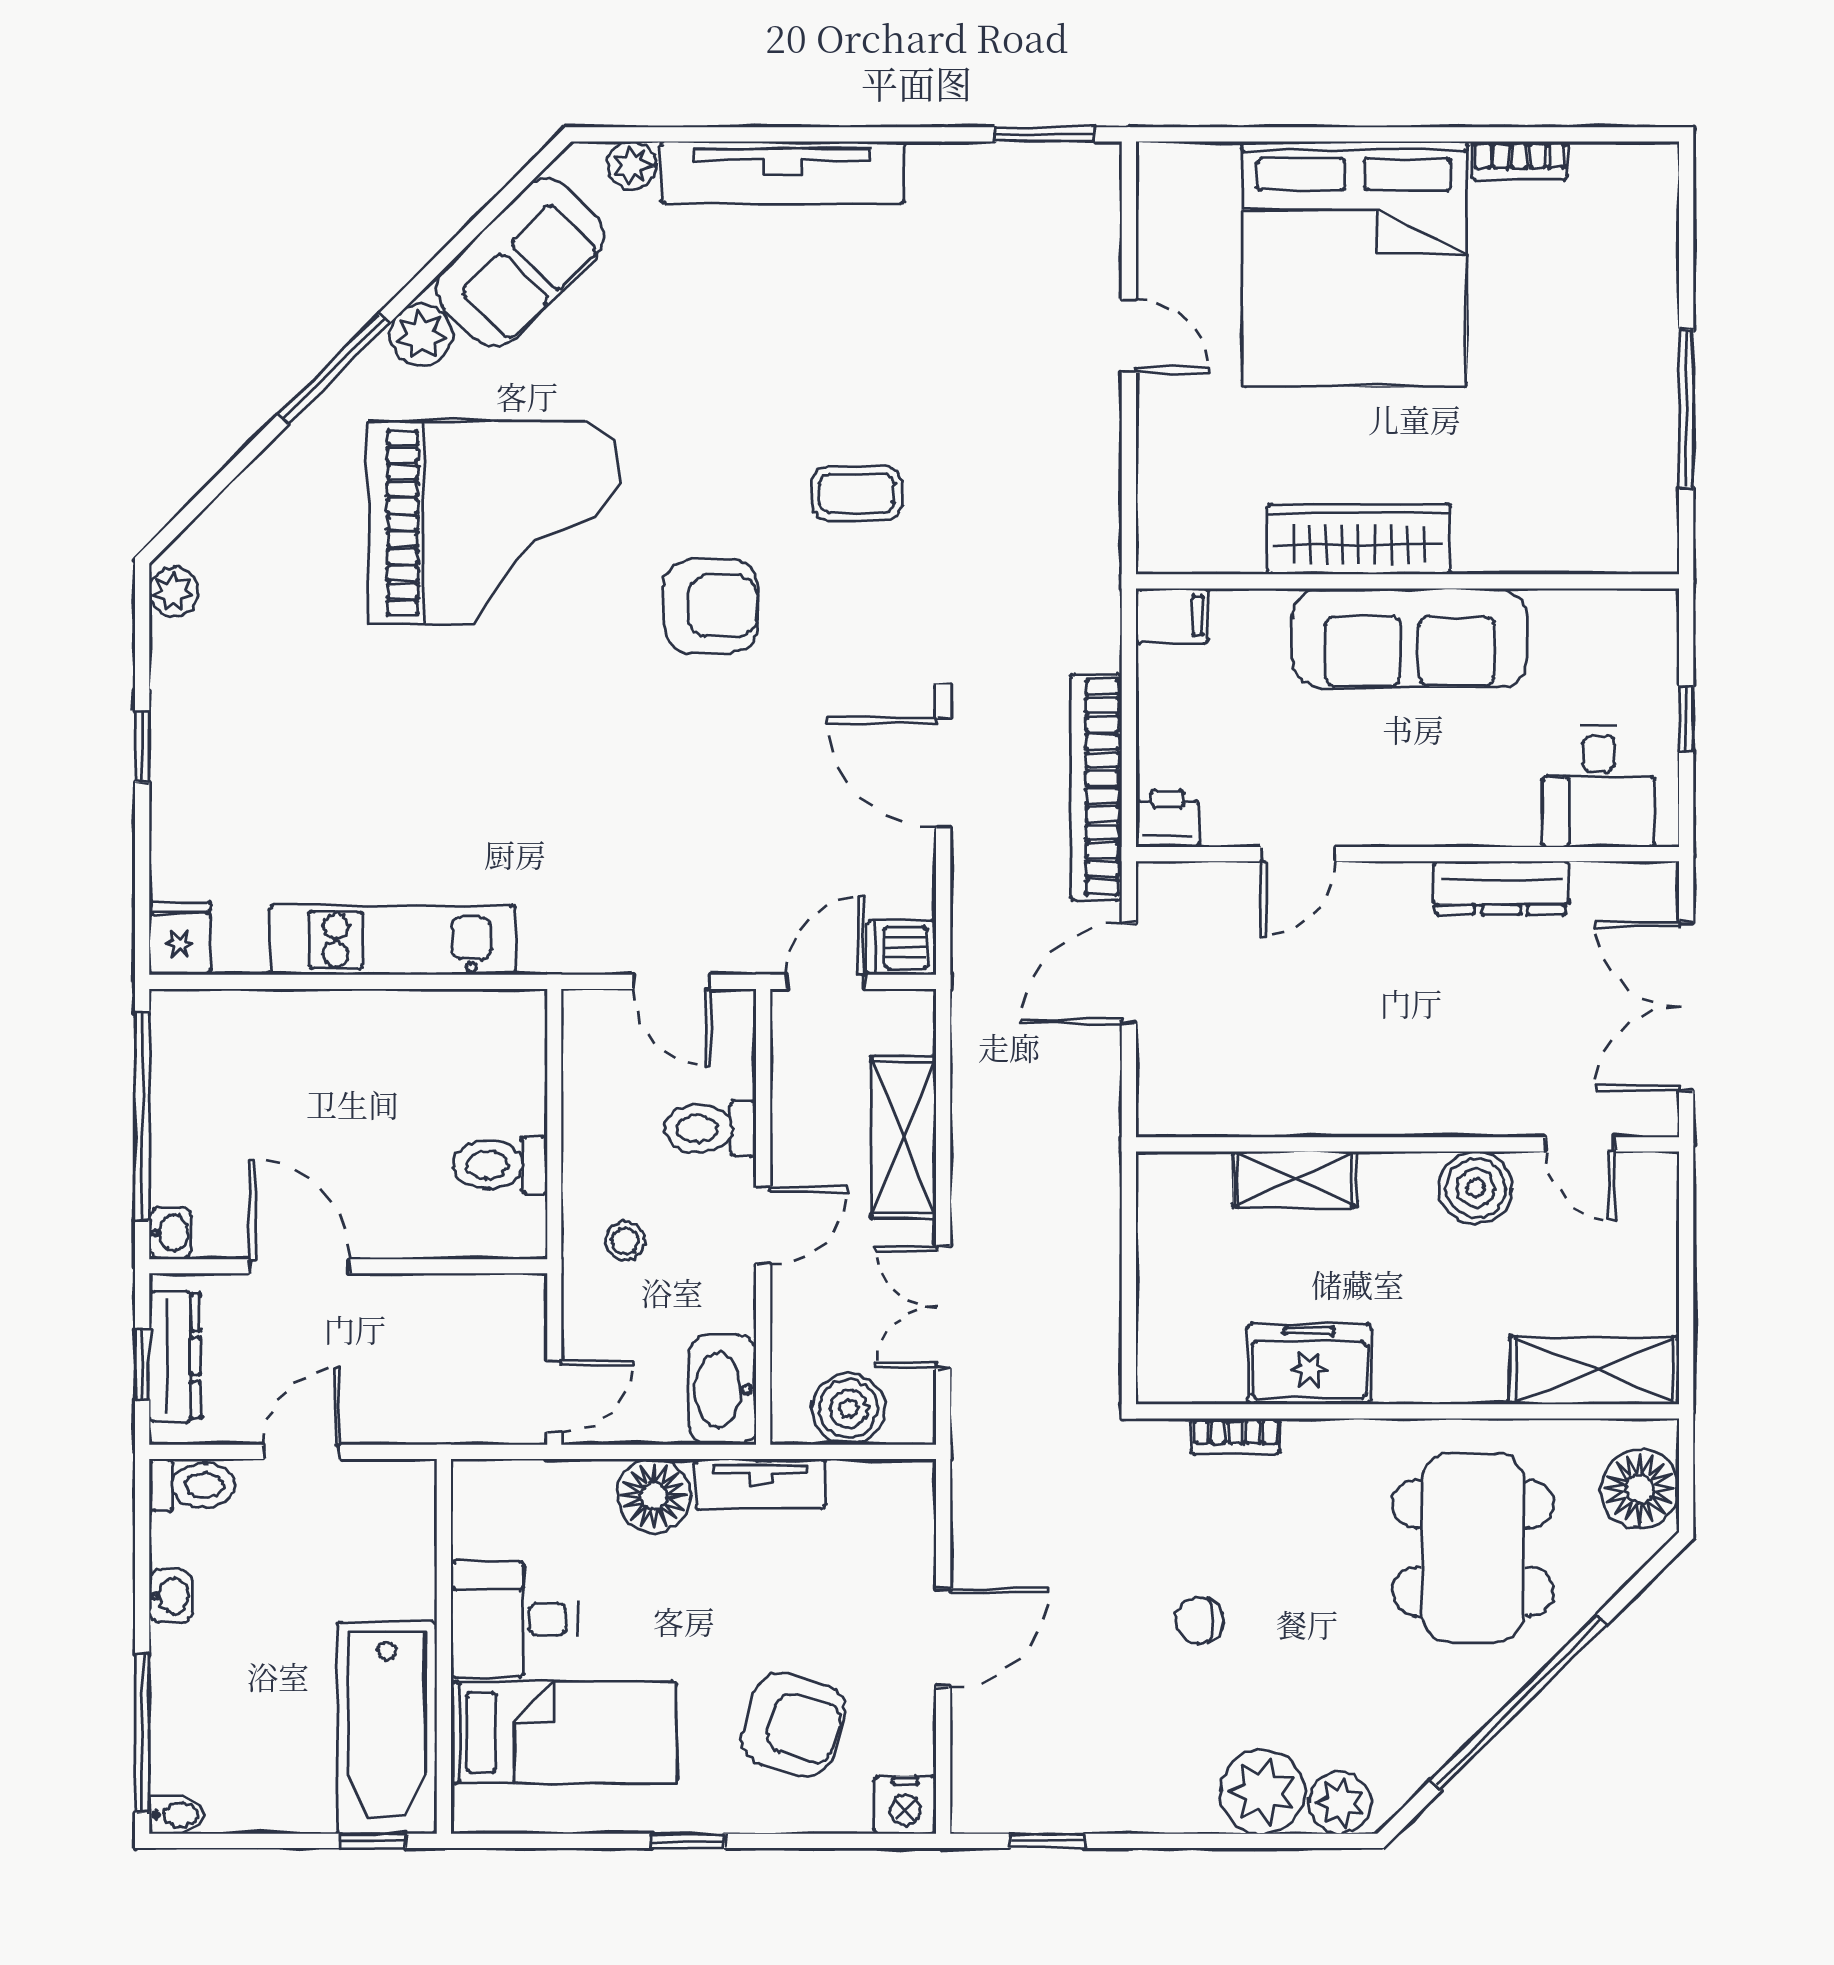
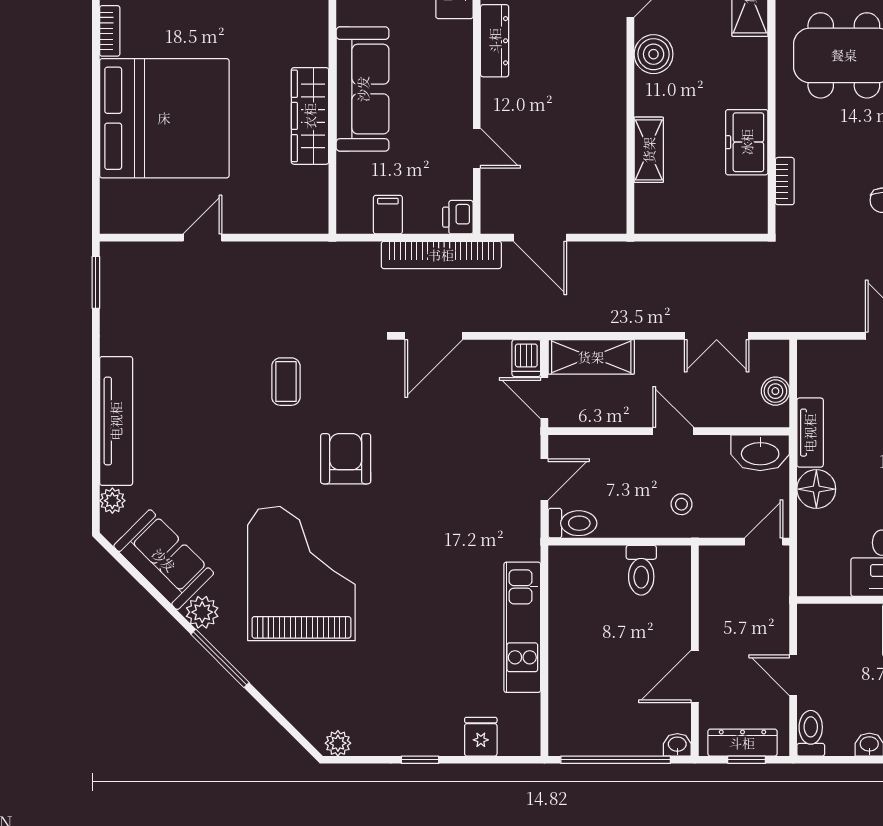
filing cabinet: (1172, 616) -> (388, 215), moved
fridge: (180, 938) -> (481, 737), moved, turned 90
toilet: (710, 1128) -> (572, 523), moved, turned -90
shelving: (904, 1137) -> (591, 357), moved
door: (554, 1396) -> (764, 542), hinge flipped
boiler: (848, 1409) -> (775, 391), width x0.73, depth x0.73

